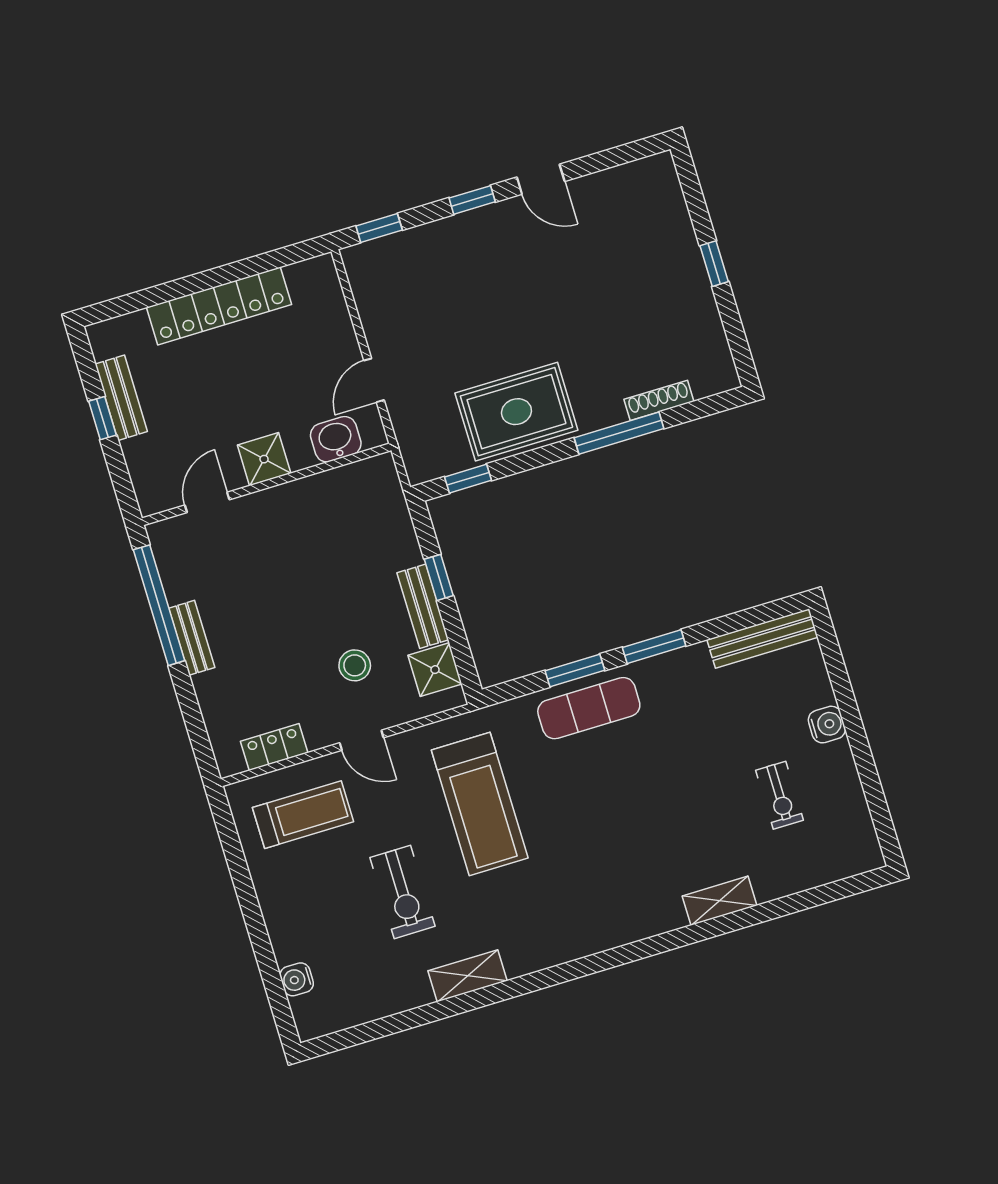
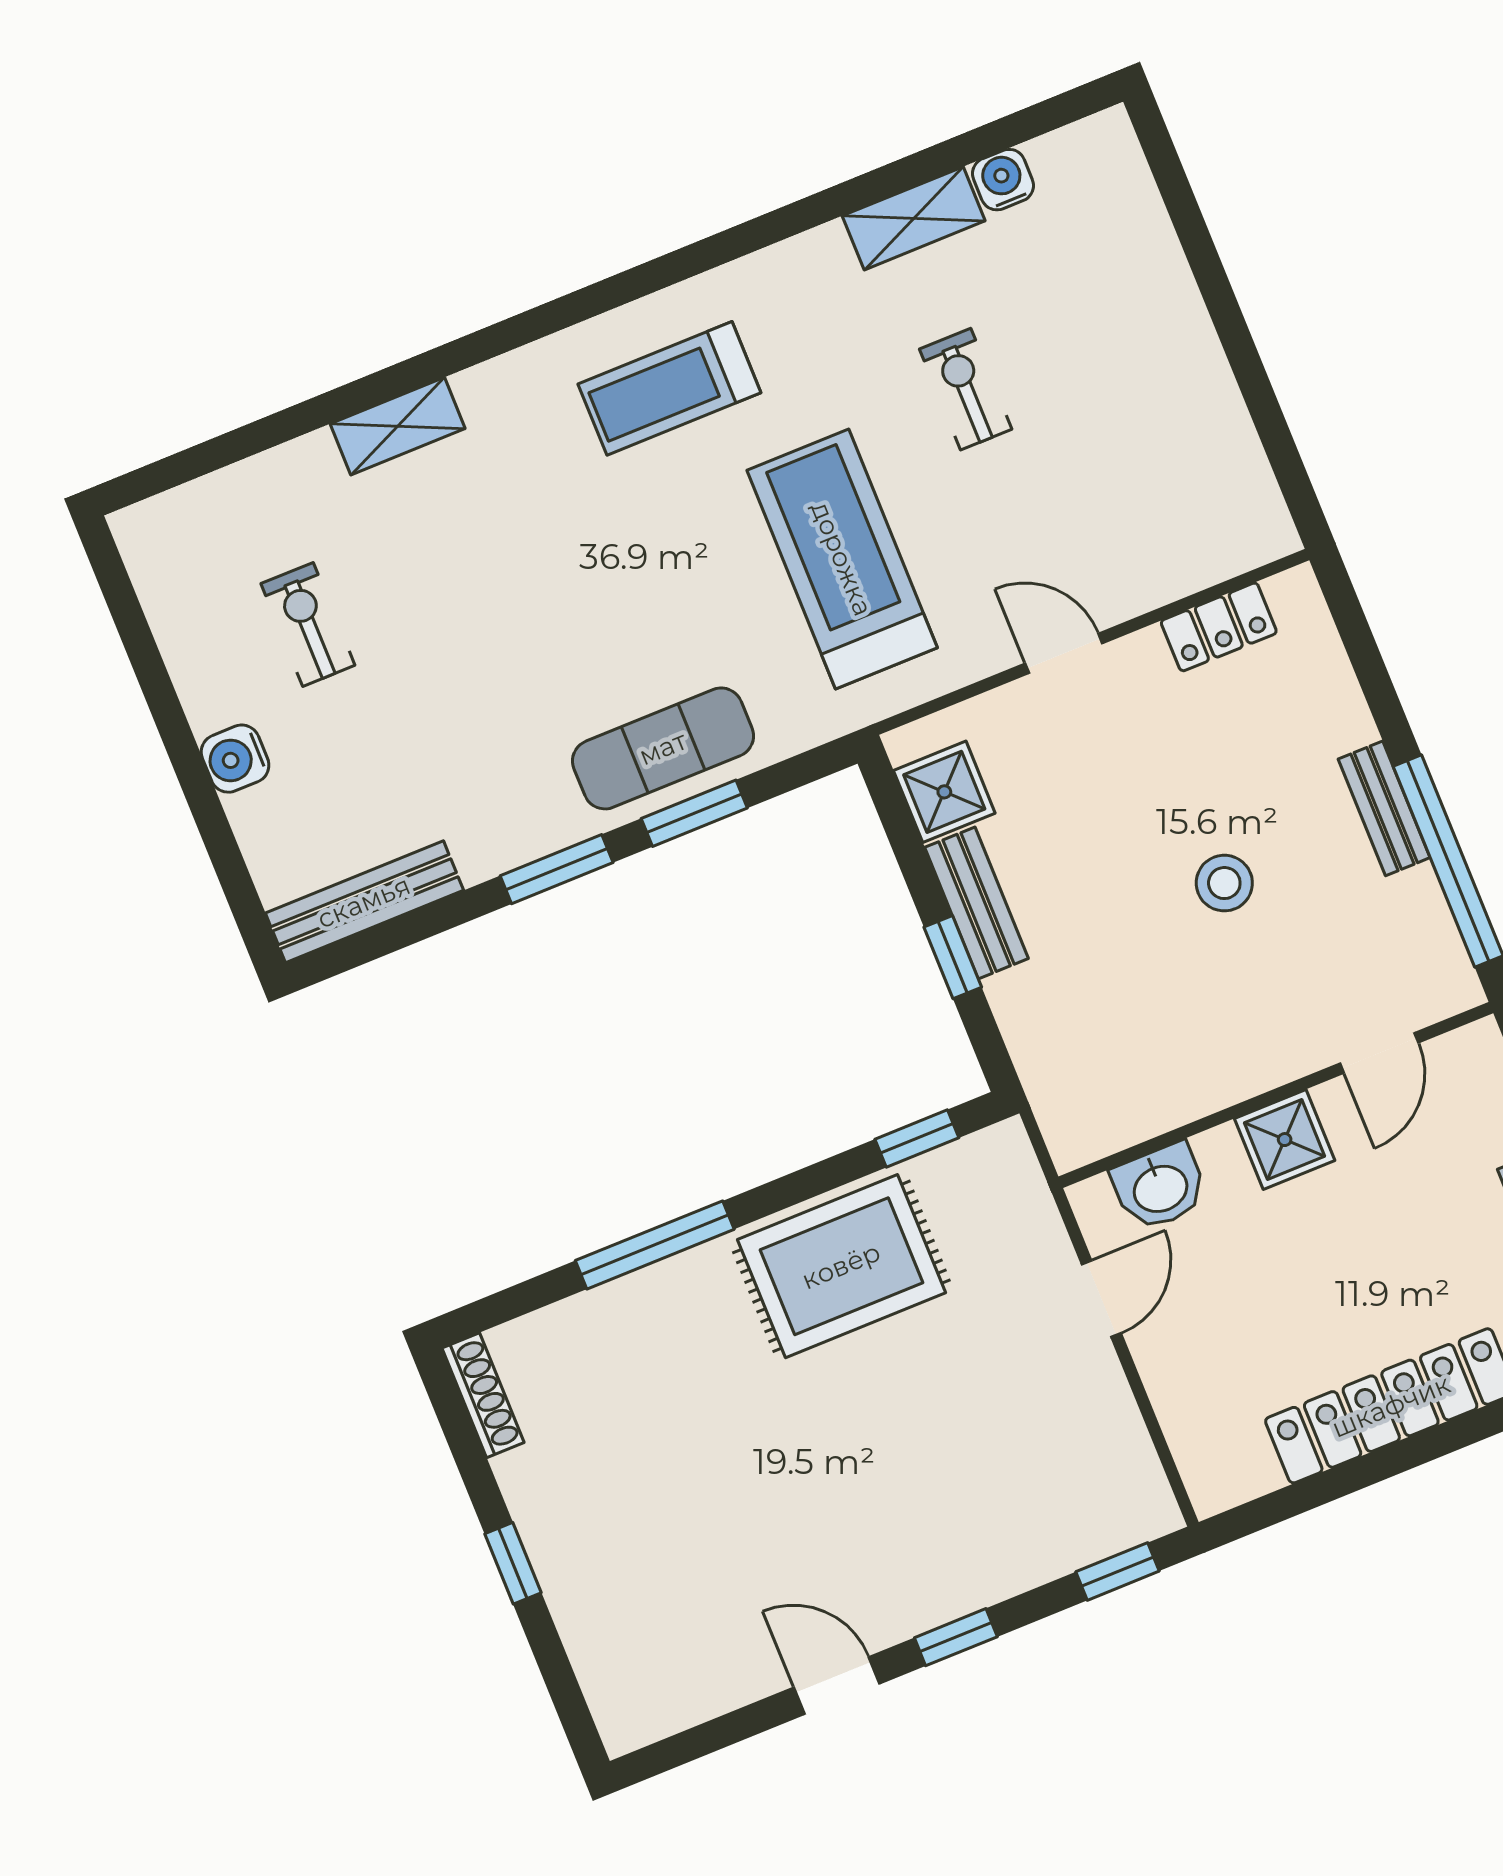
shoe rack: (659, 400) -> (483, 1395), moved, turned -90
stool: (355, 665) -> (1224, 883), moved
treadmill: (303, 815) -> (669, 388), moved
exercise bike: (402, 892) -> (966, 389), width x0.73, depth x0.72
shelving: (467, 976) -> (914, 218), moved
water cooler: (297, 979) -> (1003, 180), moved, turned -90

